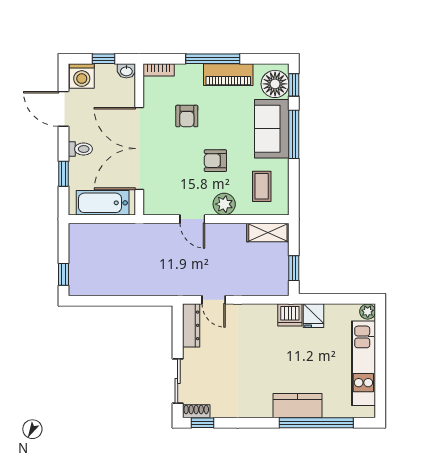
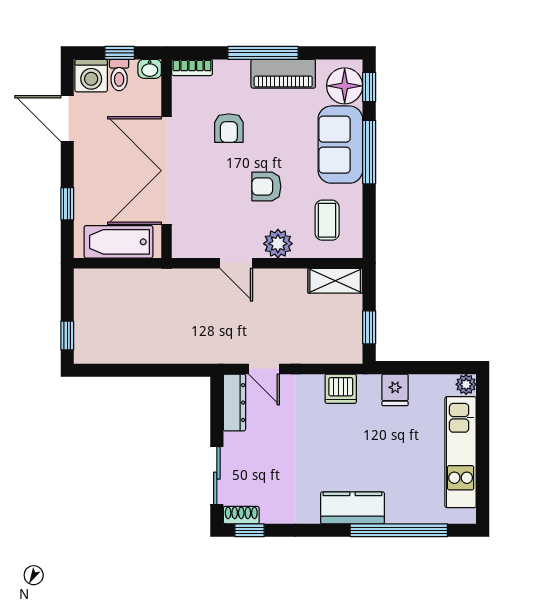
toilet: (80, 149) -> (119, 75), moved, turned 90
dishwasher: (290, 315) -> (341, 389), moved
kitchen counter: (297, 406) -> (352, 508), moved

